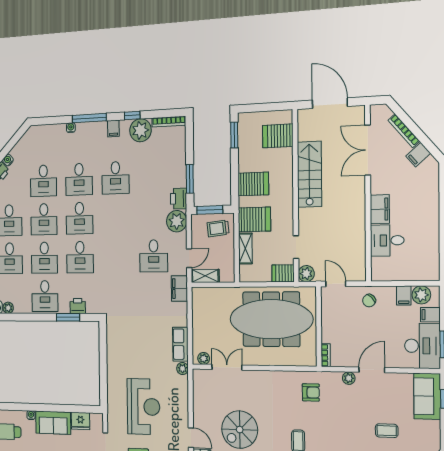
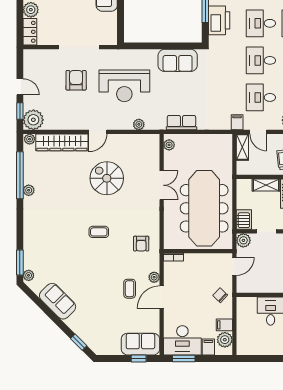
desk: (116, 257) -> (261, 60), added
filing cabinet: (179, 289) -> (237, 122), width x0.50
printer: (78, 306) -> (219, 20), width x1.87, depth x1.48
sofa: (117, 348) -> (178, 60), added
double door: (227, 367) -> (162, 185), moved
plant: (182, 369) -> (139, 124), moved
door: (372, 370) -> (162, 297), swing flipped
fridge: (80, 421) -> (109, 22), removed
coffee table: (387, 431) -> (130, 289), moved

